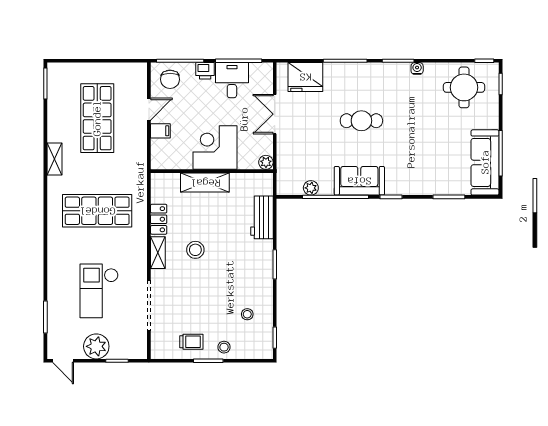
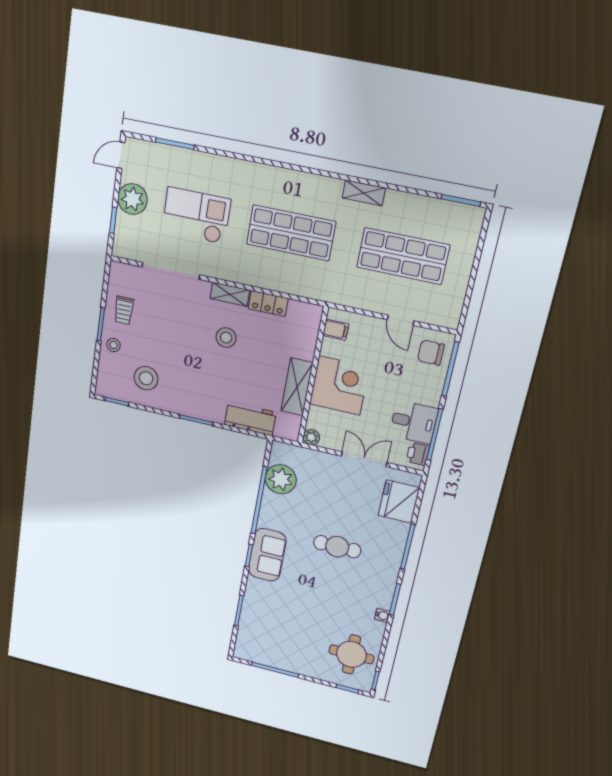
printer: (205, 71) -> (418, 454), moved
cafe table: (361, 121) -> (337, 547), turned 90
filing cabinet: (160, 131) -> (336, 330), moved, turned -90
sofa: (485, 162) -> (268, 653), removed
sofa: (359, 181) -> (267, 555), moved
shelving: (205, 183) -> (297, 387), moved
plant: (311, 188) -> (281, 479), width x1.88, depth x1.88
shop shelf: (97, 211) -> (291, 233), turned 90
stool: (247, 314) -> (146, 378), width x1.89, depth x1.89

